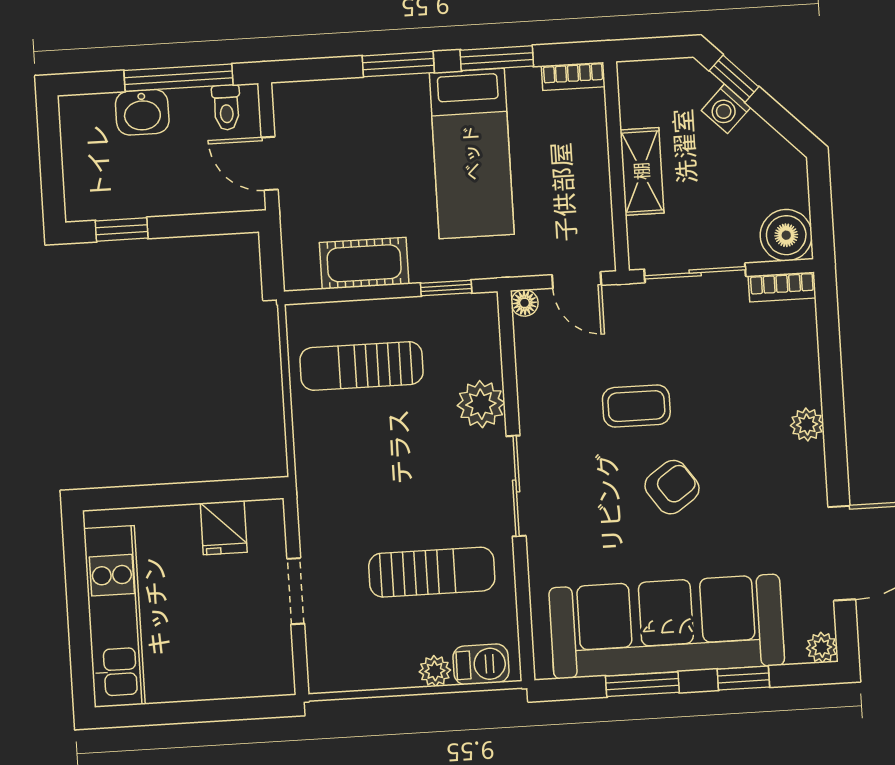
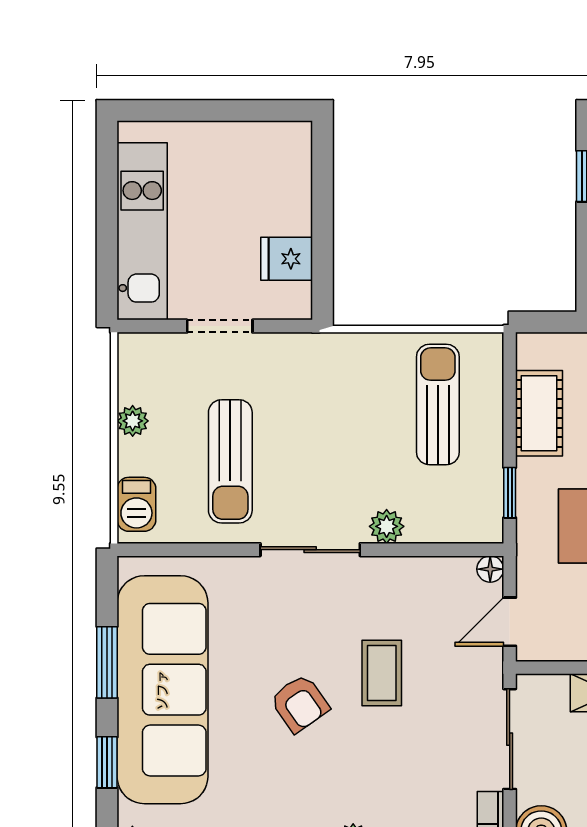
plant: (481, 404) -> (387, 526), width x0.73, depth x0.73
kitchen unit: (114, 616) -> (142, 231), moved, turned -90
plant: (435, 671) -> (133, 421), moved

